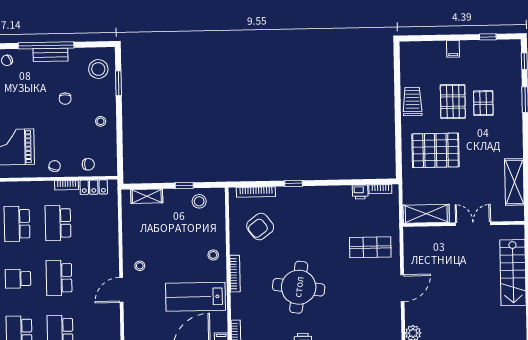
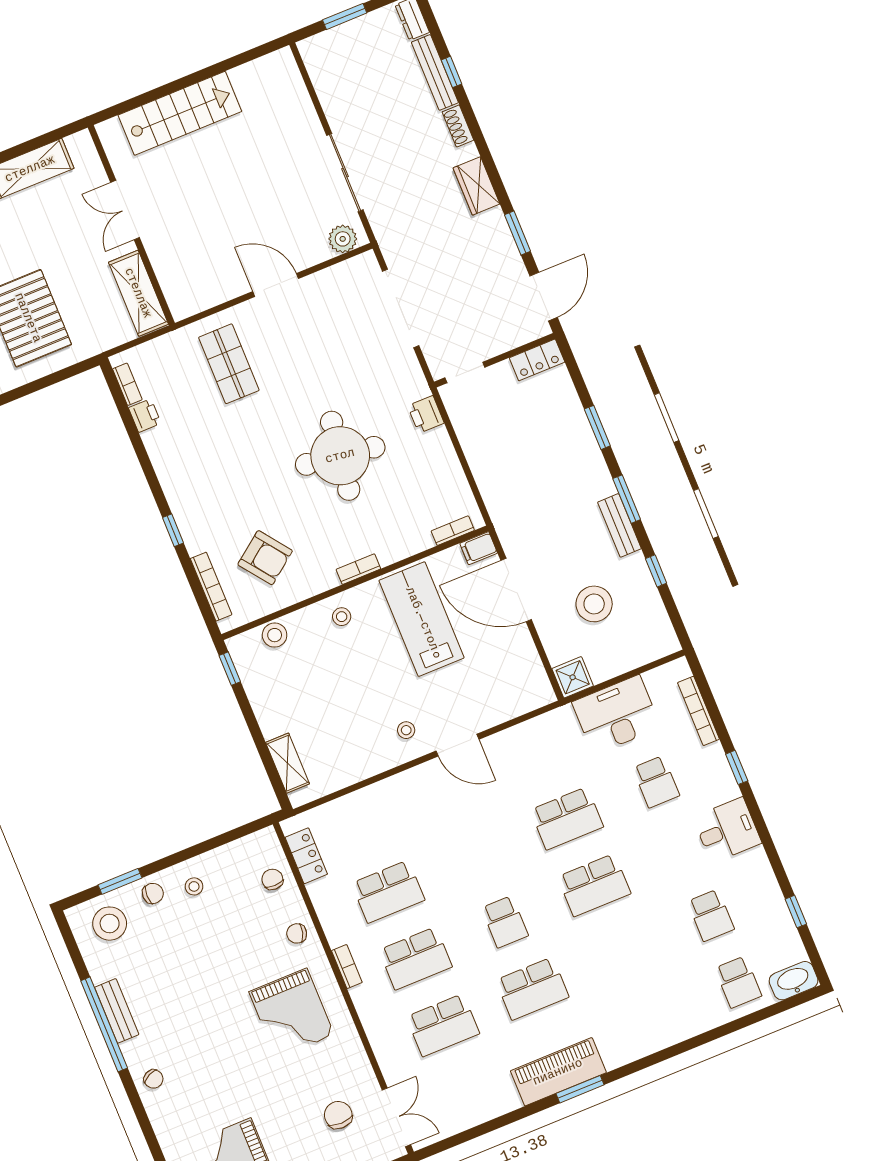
chair: (65, 99) -> (153, 893), moved
bookcase: (66, 185) -> (347, 967), moved
window: (184, 185) -> (230, 669), moved
stool: (199, 201) -> (275, 635), moved
bookcase: (235, 274) -> (358, 569), width x0.64
school desk: (59, 278) -> (477, 855), removed
lab bench: (195, 297) -> (422, 619), turned 180

